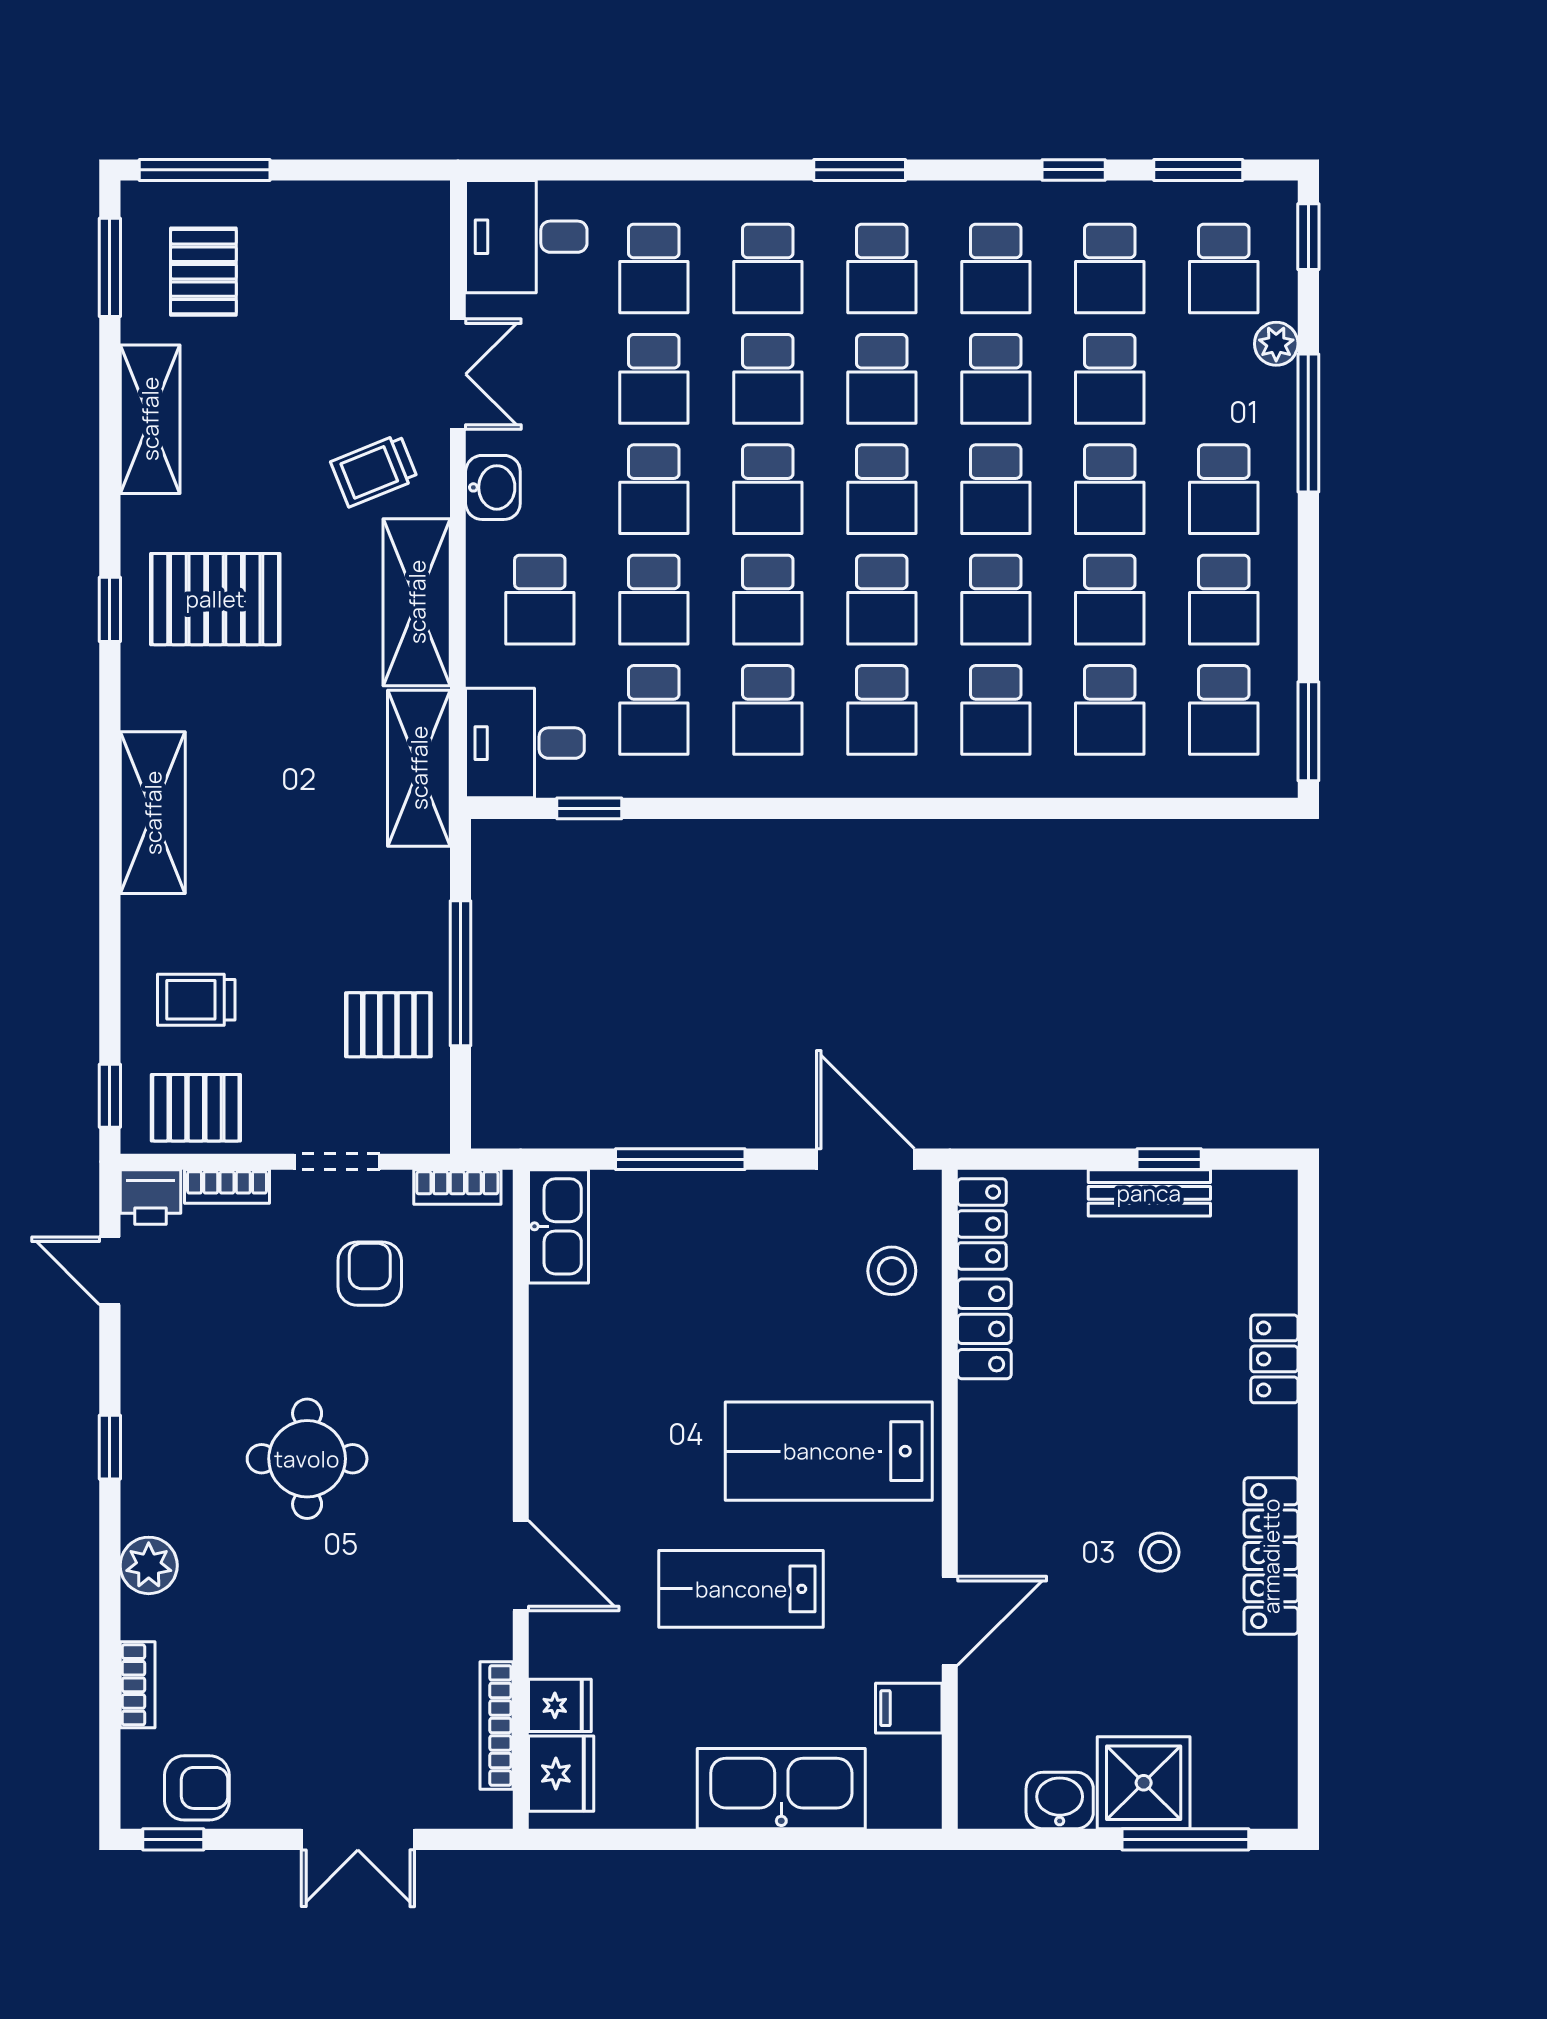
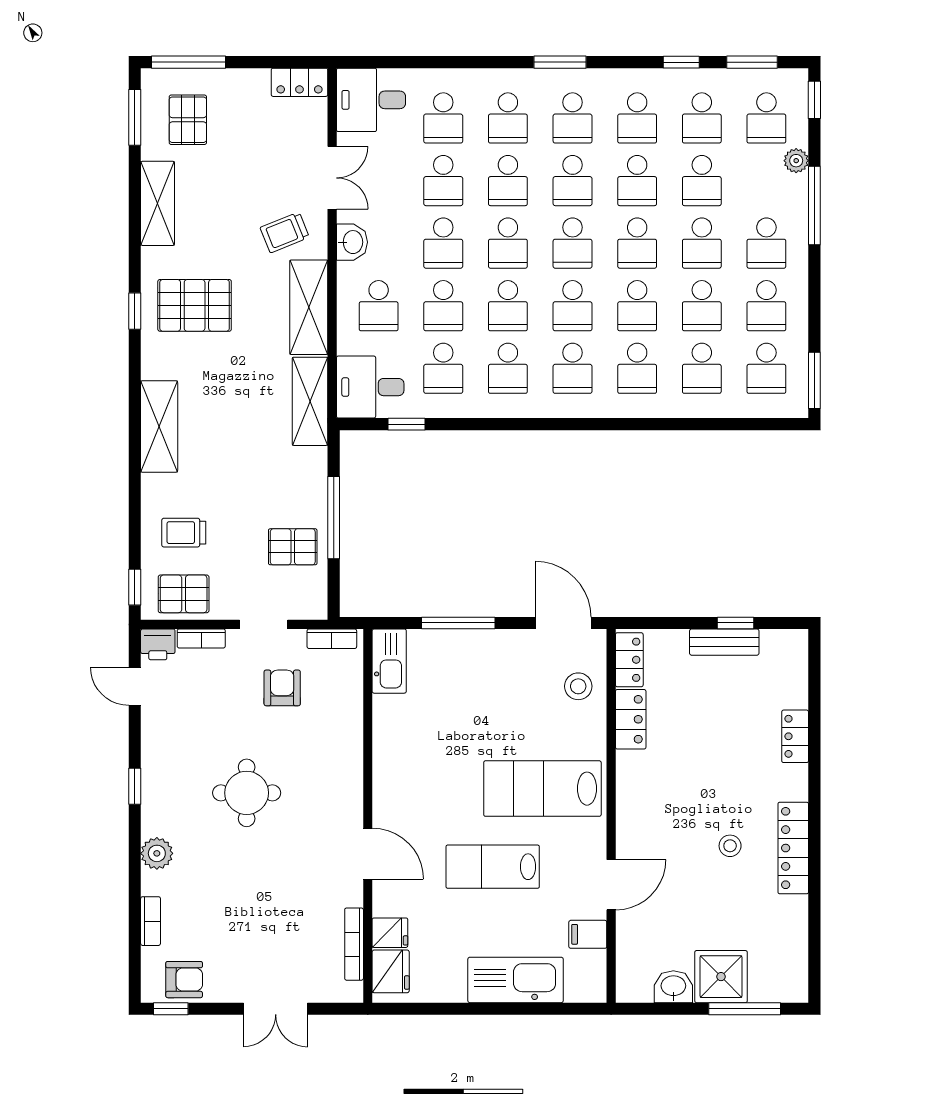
locker: (400, 206) -> (299, 82), added

